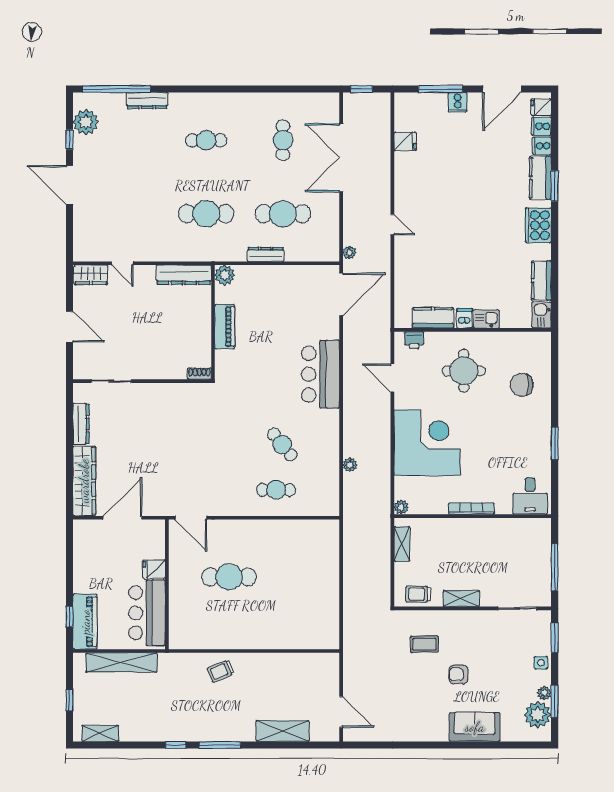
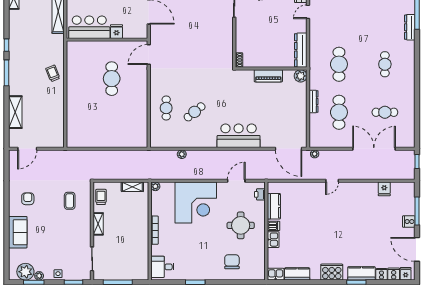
armchair: (459, 674) -> (28, 199), moved

